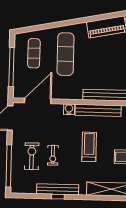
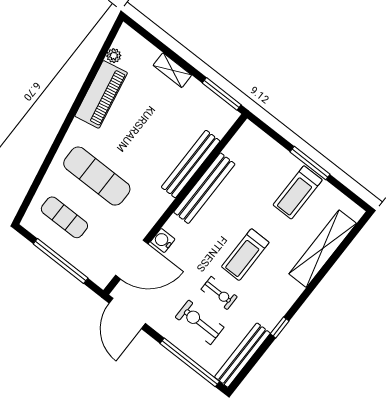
door: (38, 101) -> (132, 260), swing flipped
water cooler: (69, 109) -> (163, 240), moved
treadmill: (89, 147) -> (245, 255), moved, turned -90
bench: (58, 189) -> (242, 355), moved

